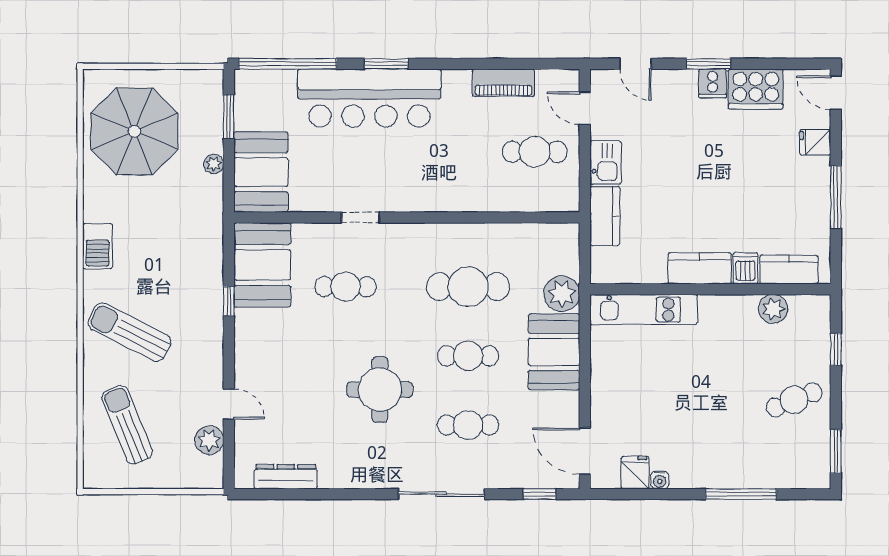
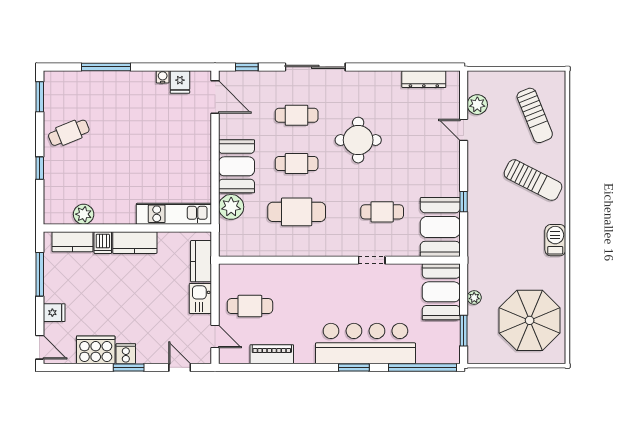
kitchen counter: (700, 268) -> (135, 243), moved
dishwasher: (745, 268) -> (103, 243), moved
kitchen counter: (789, 270) -> (72, 242), moved
wall: (710, 289) -> (127, 228), moved
kitchen unit: (644, 309) -> (174, 214), moved
plant: (773, 309) -> (84, 214), moved

